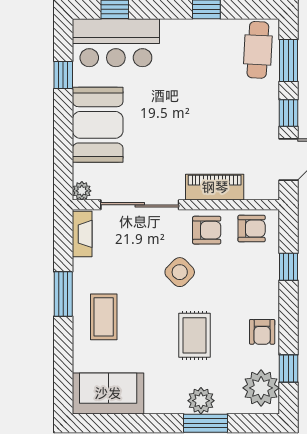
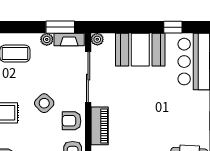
armchair: (207, 230) -> (72, 121), turned 90
plant: (82, 268) -> (47, 39), added
window: (63, 294) -> (60, 27), moved

